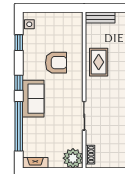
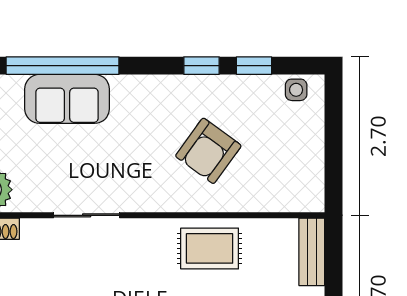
armchair: (56, 63) -> (208, 151), turned 36
window: (19, 83) -> (201, 66), moved
sofa: (33, 99) -> (67, 99), moved

